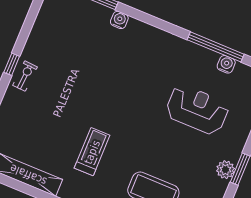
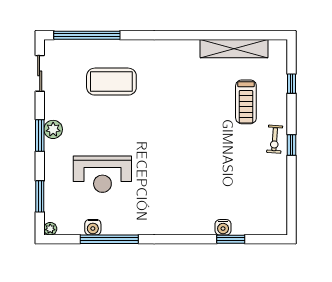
water cooler: (119, 20) -> (223, 227), moved
treadmill: (92, 152) -> (246, 102), moved

